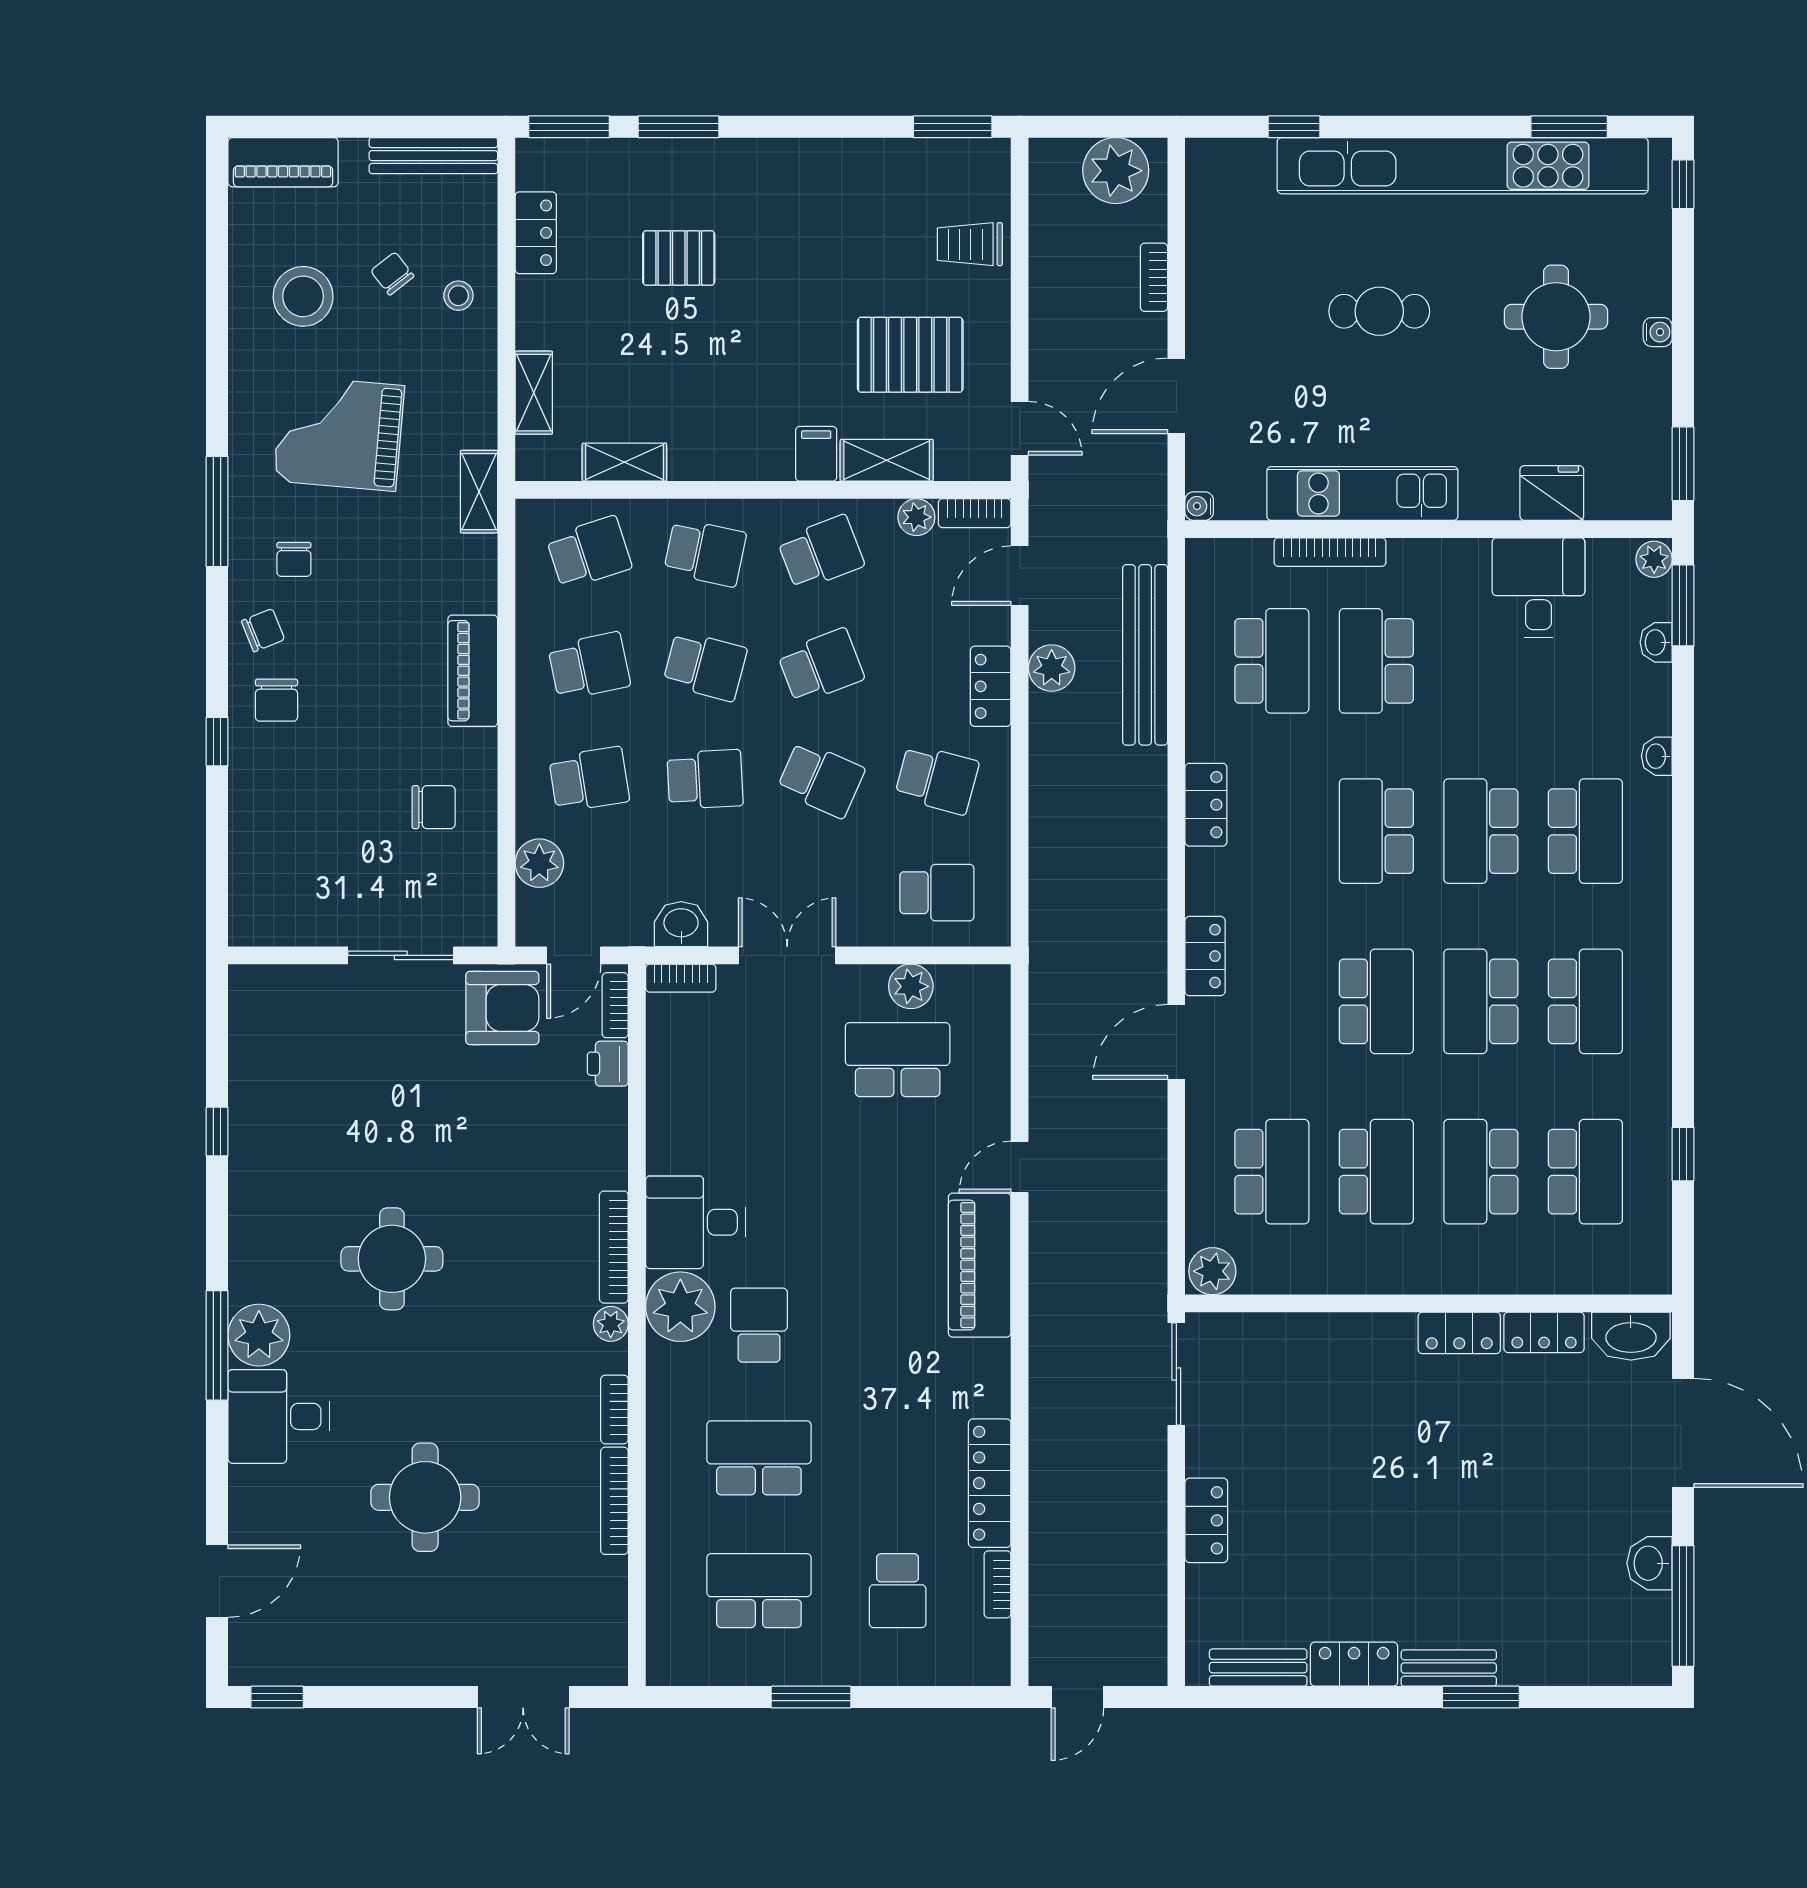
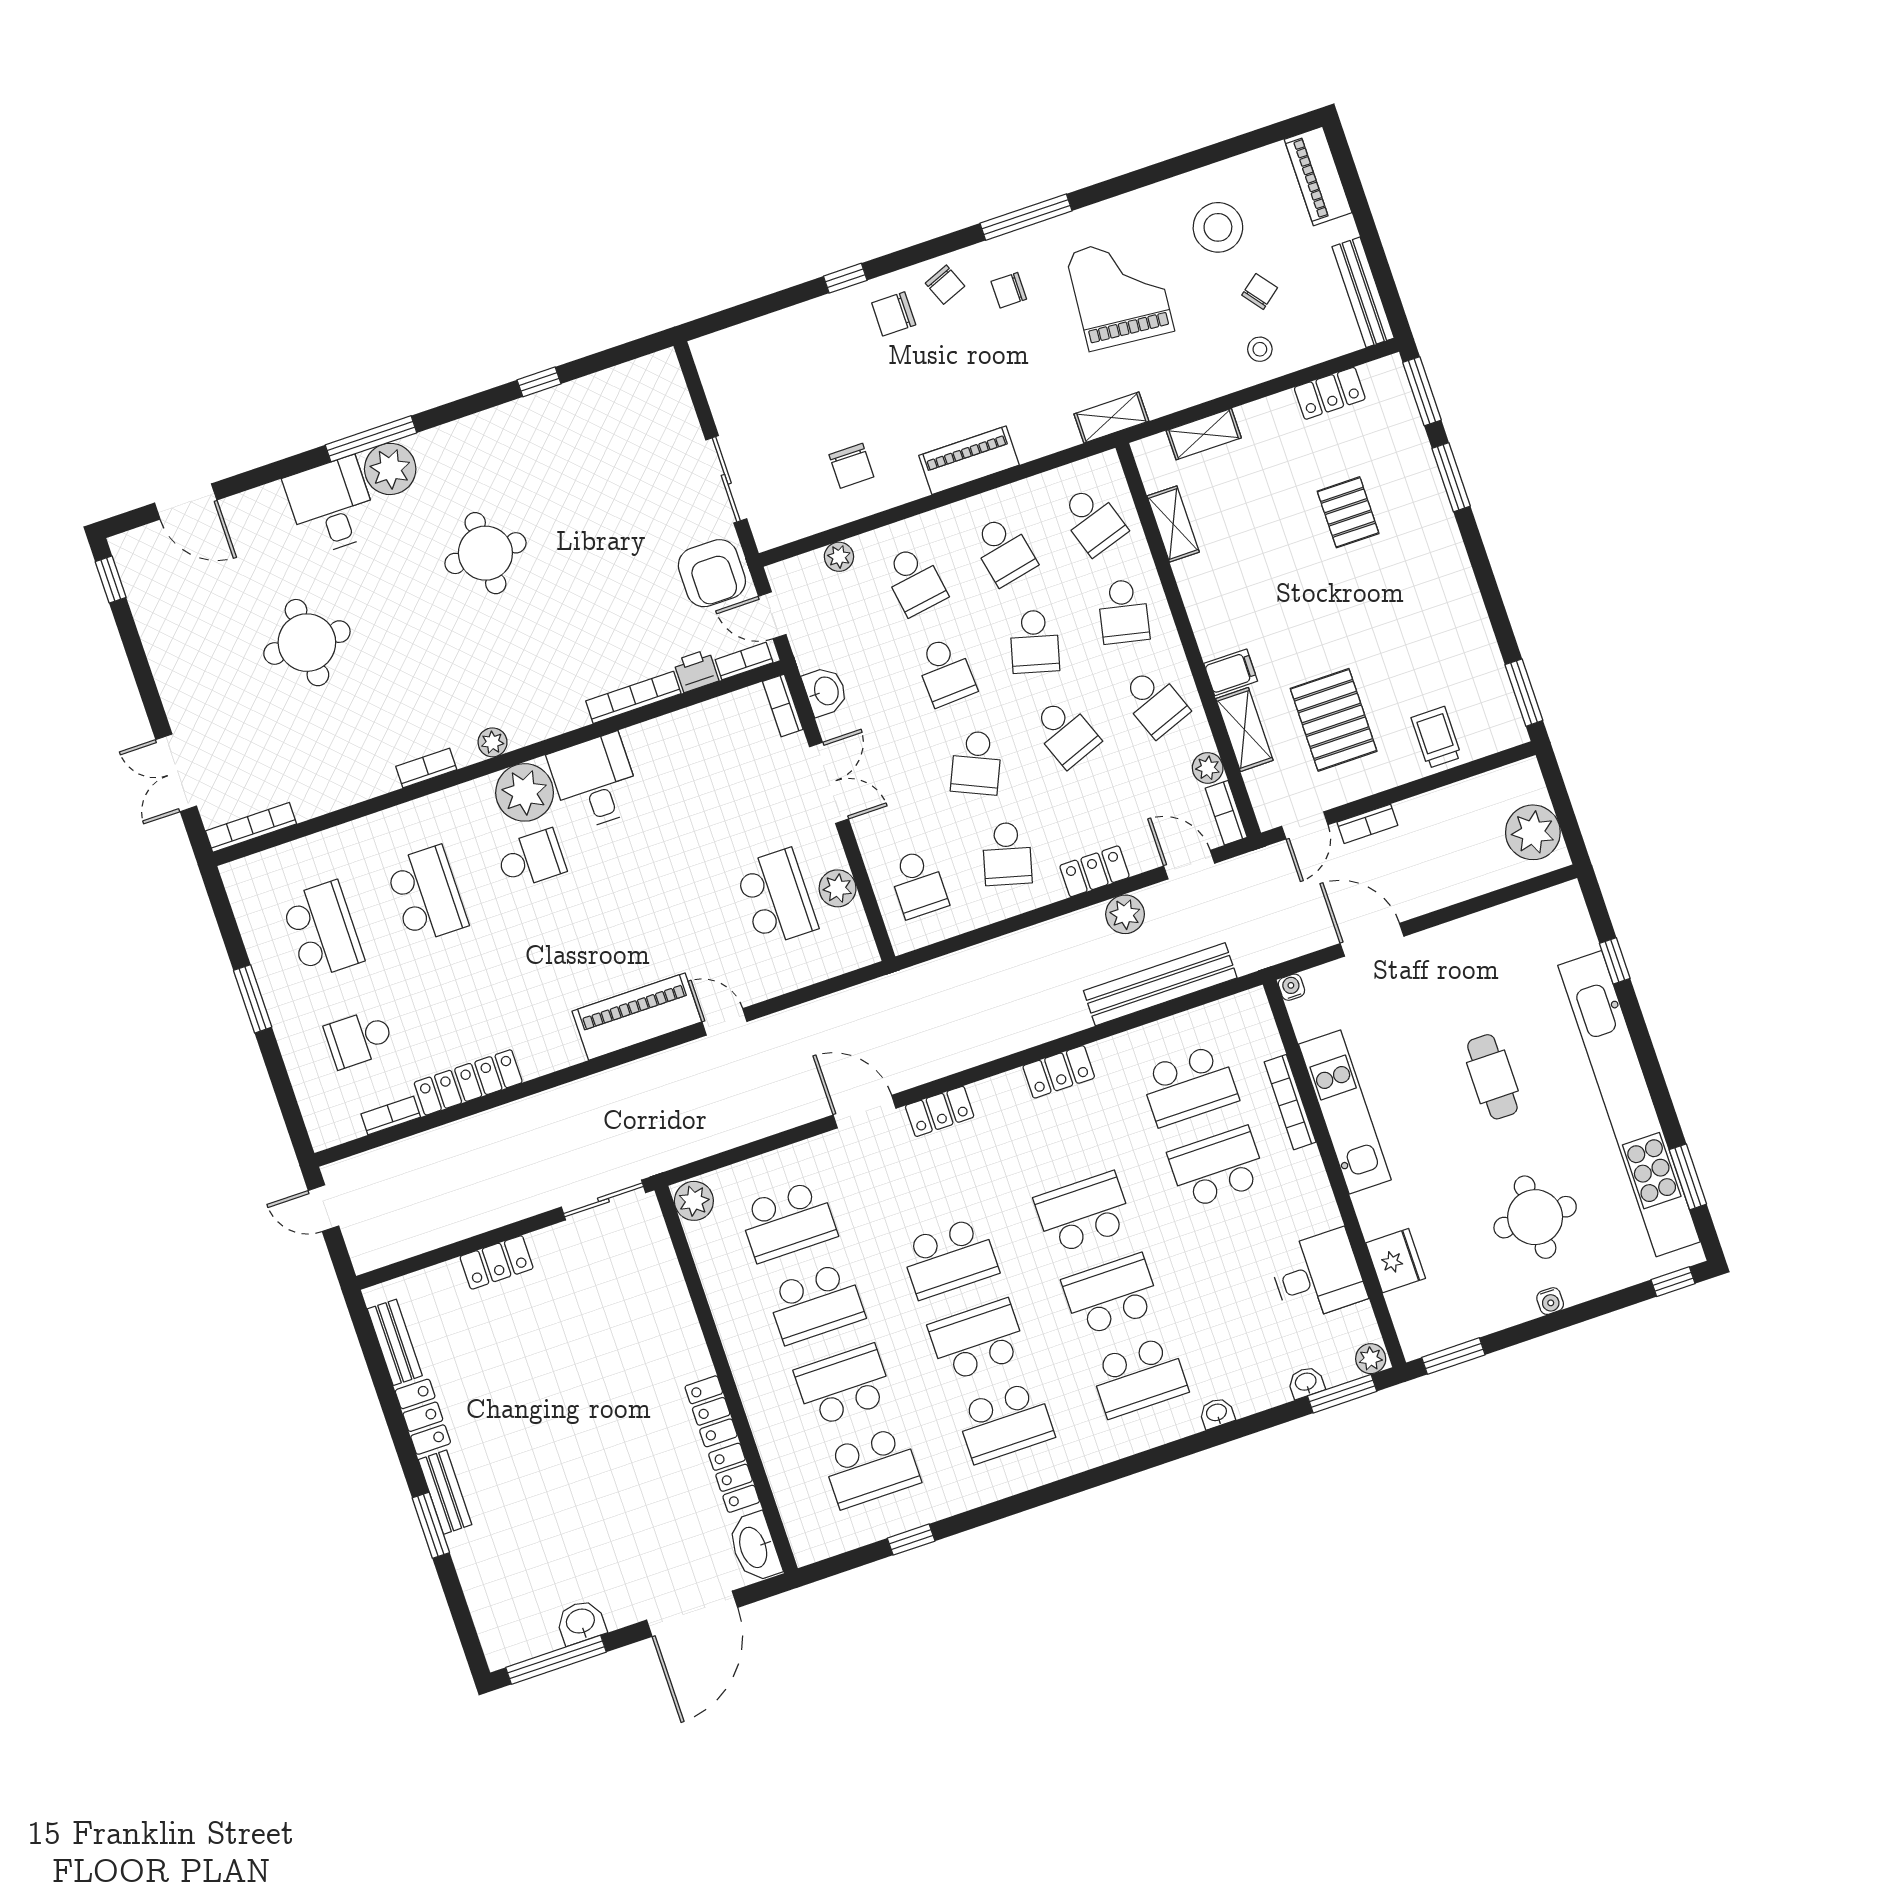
bookcase: (1154, 277) -> (1367, 824), moved, turned 180
plant: (539, 863) -> (839, 557), width x0.73, depth x0.73
bookcase: (614, 1247) -> (633, 697), moved
bookcase: (614, 1501) -> (251, 827), moved

